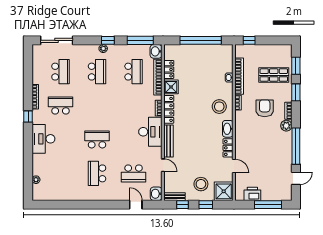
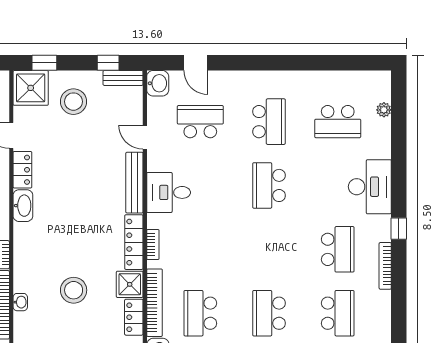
school desk: (60, 72) -> (338, 313), turned 180
school desk: (60, 106) -> (338, 249), turned -90
stool: (219, 107) -> (74, 290), moved
desk: (150, 132) -> (169, 192), width x0.73
school desk: (97, 139) -> (269, 185), turned 90
school desk: (60, 173) -> (338, 122), added
window: (206, 205) -> (44, 63), moved

